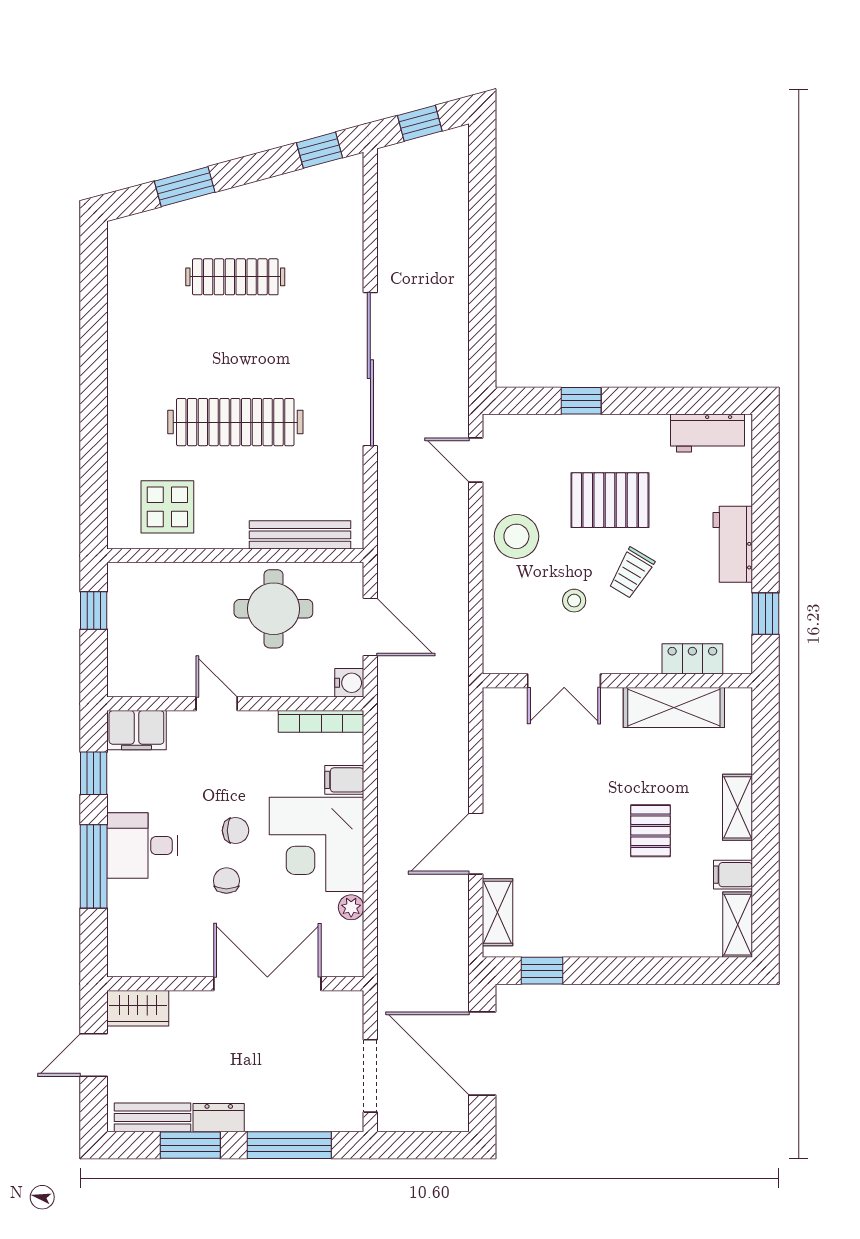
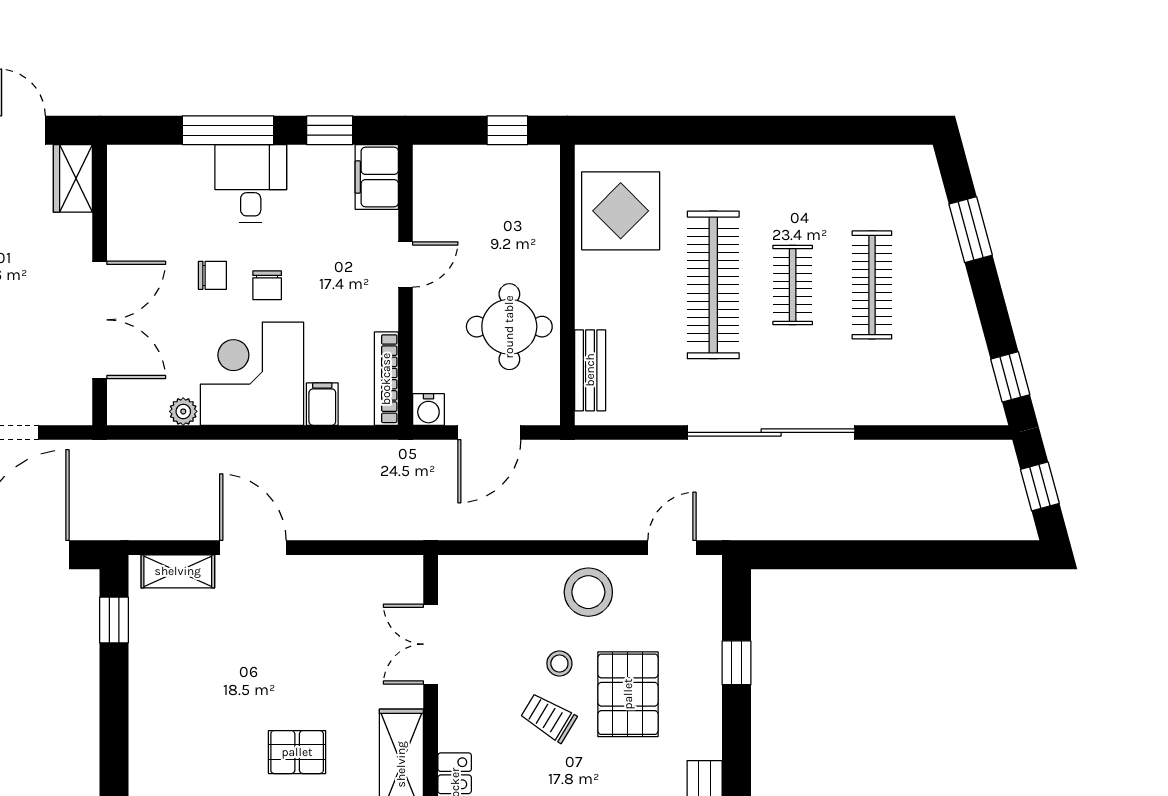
clothes rail: (235, 349) -> (793, 285), added
display table: (167, 507) -> (621, 211), width x1.36, depth x1.36
bench: (300, 535) -> (590, 370), width x0.73
stool: (574, 601) -> (559, 663), moved
pallet: (650, 831) -> (297, 752), moved

